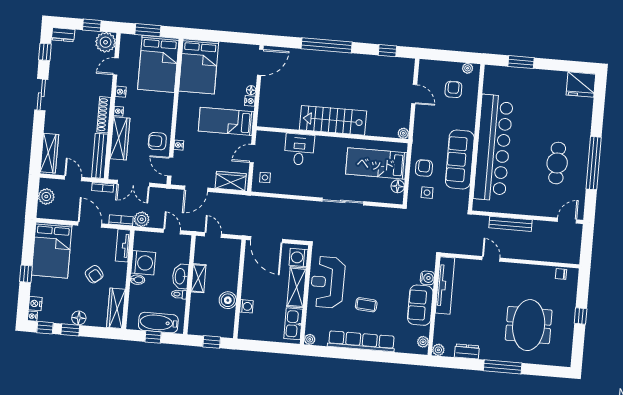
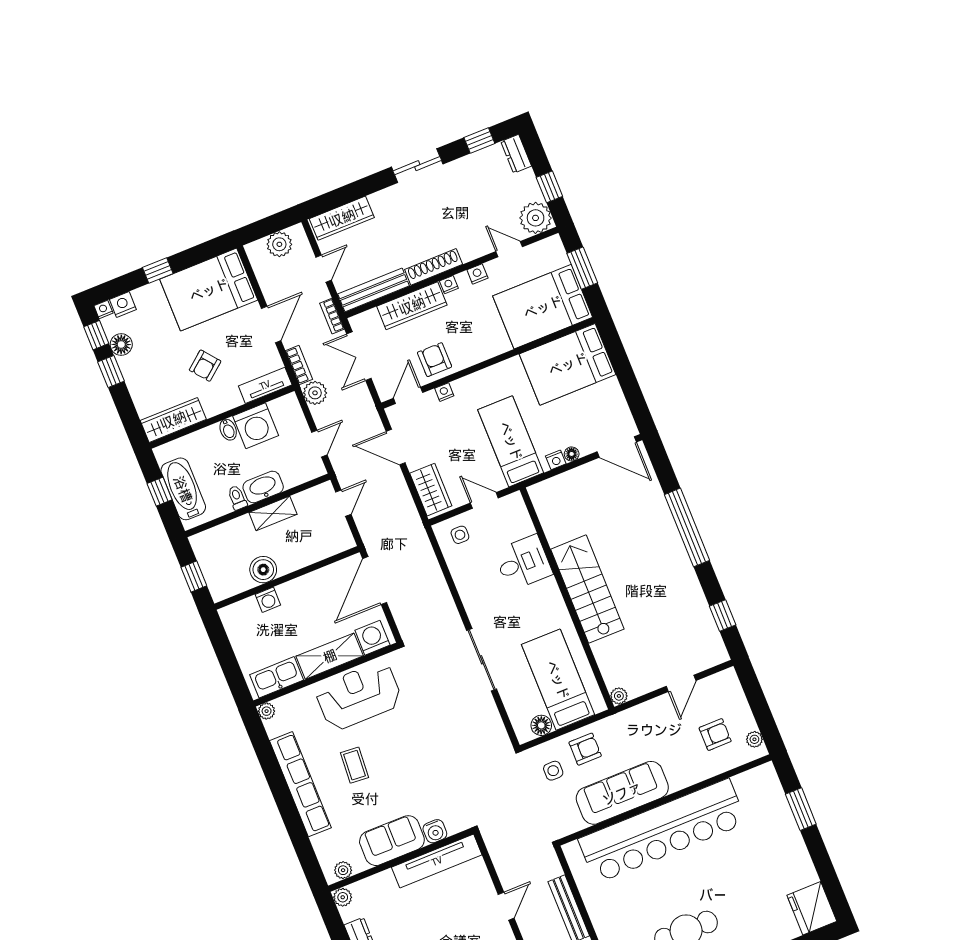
floor lamp: (79, 318) -> (121, 345), moved

